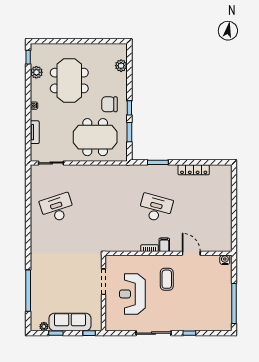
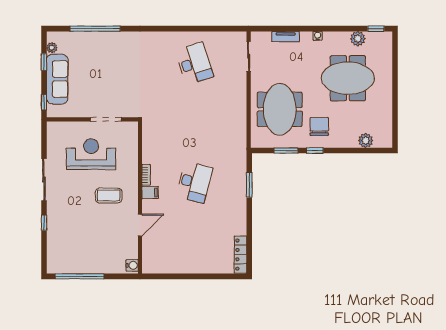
locker: (194, 170) -> (240, 255), moved

